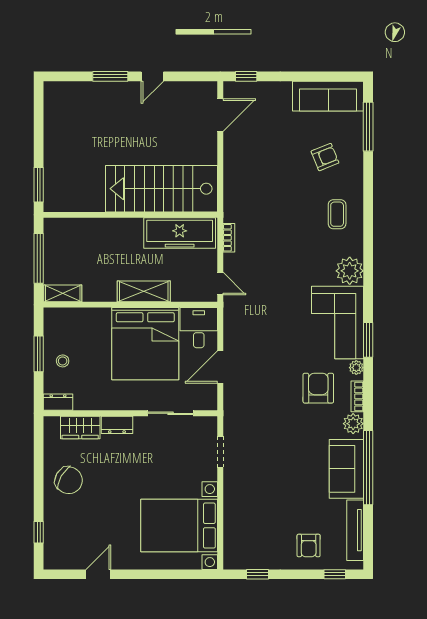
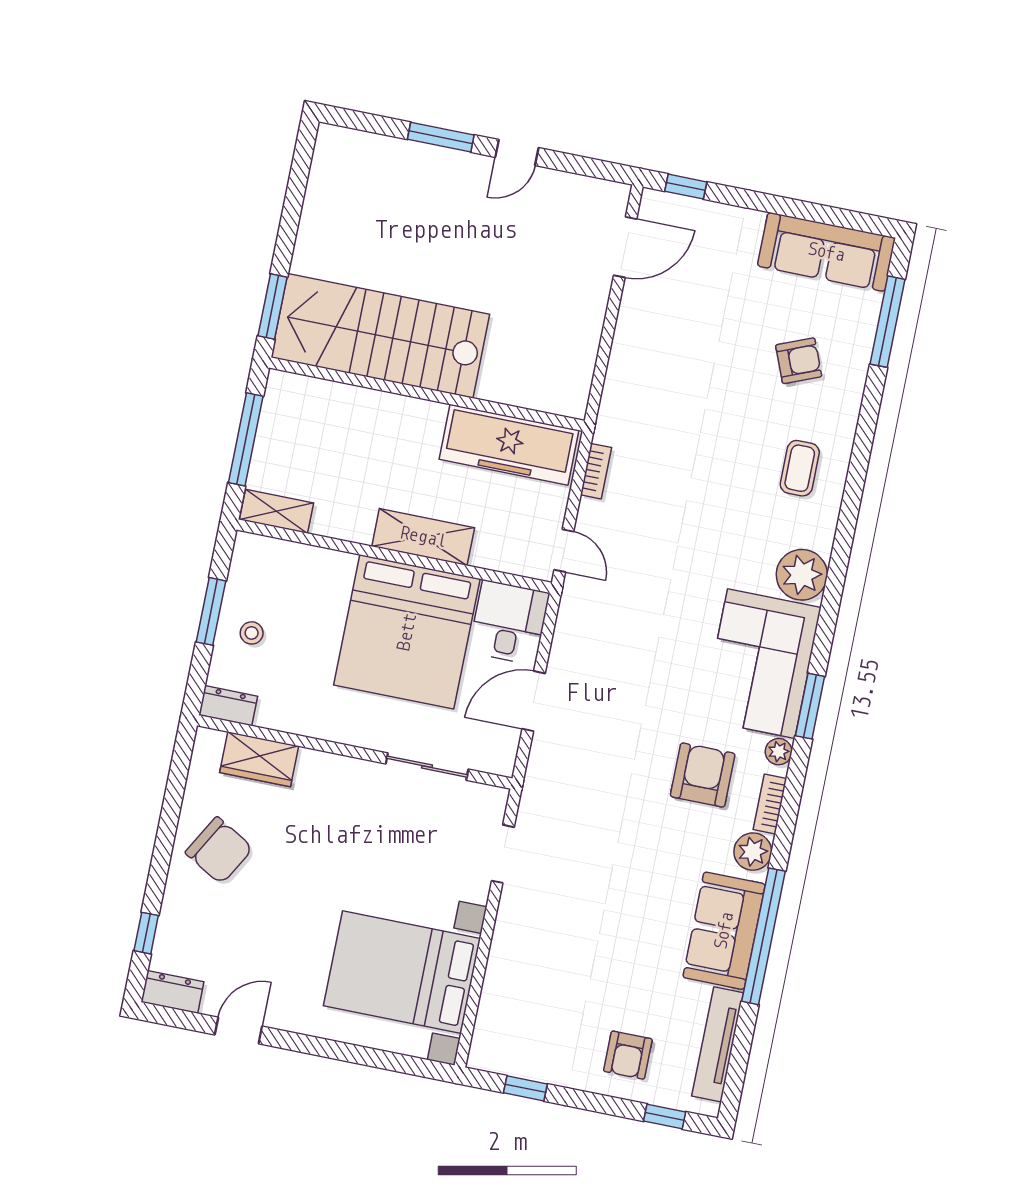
stairs: (161, 189) -> (380, 336), moved
dresser: (117, 425) -> (172, 992), moved, turned 180

